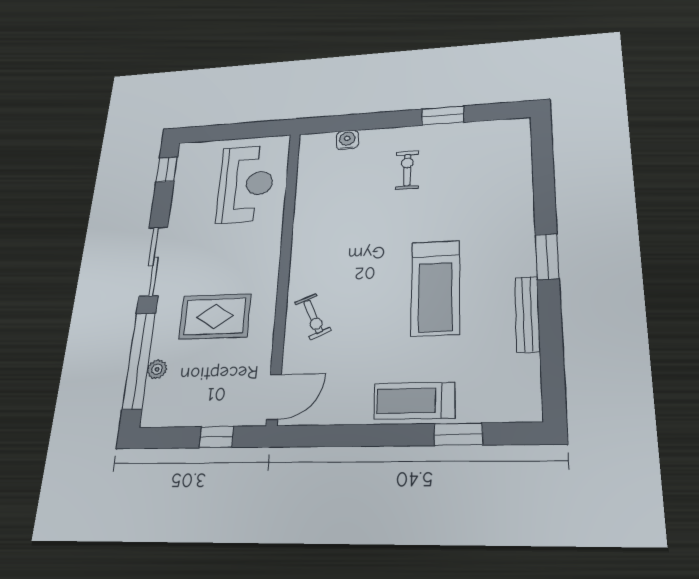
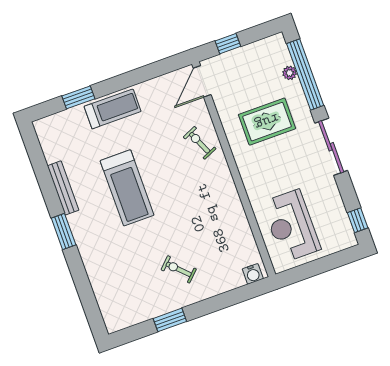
water cooler: (347, 140) -> (253, 274), moved
exercise bike: (407, 170) -> (179, 269), turned 135
treadmill: (435, 288) -> (127, 188), turned 180

